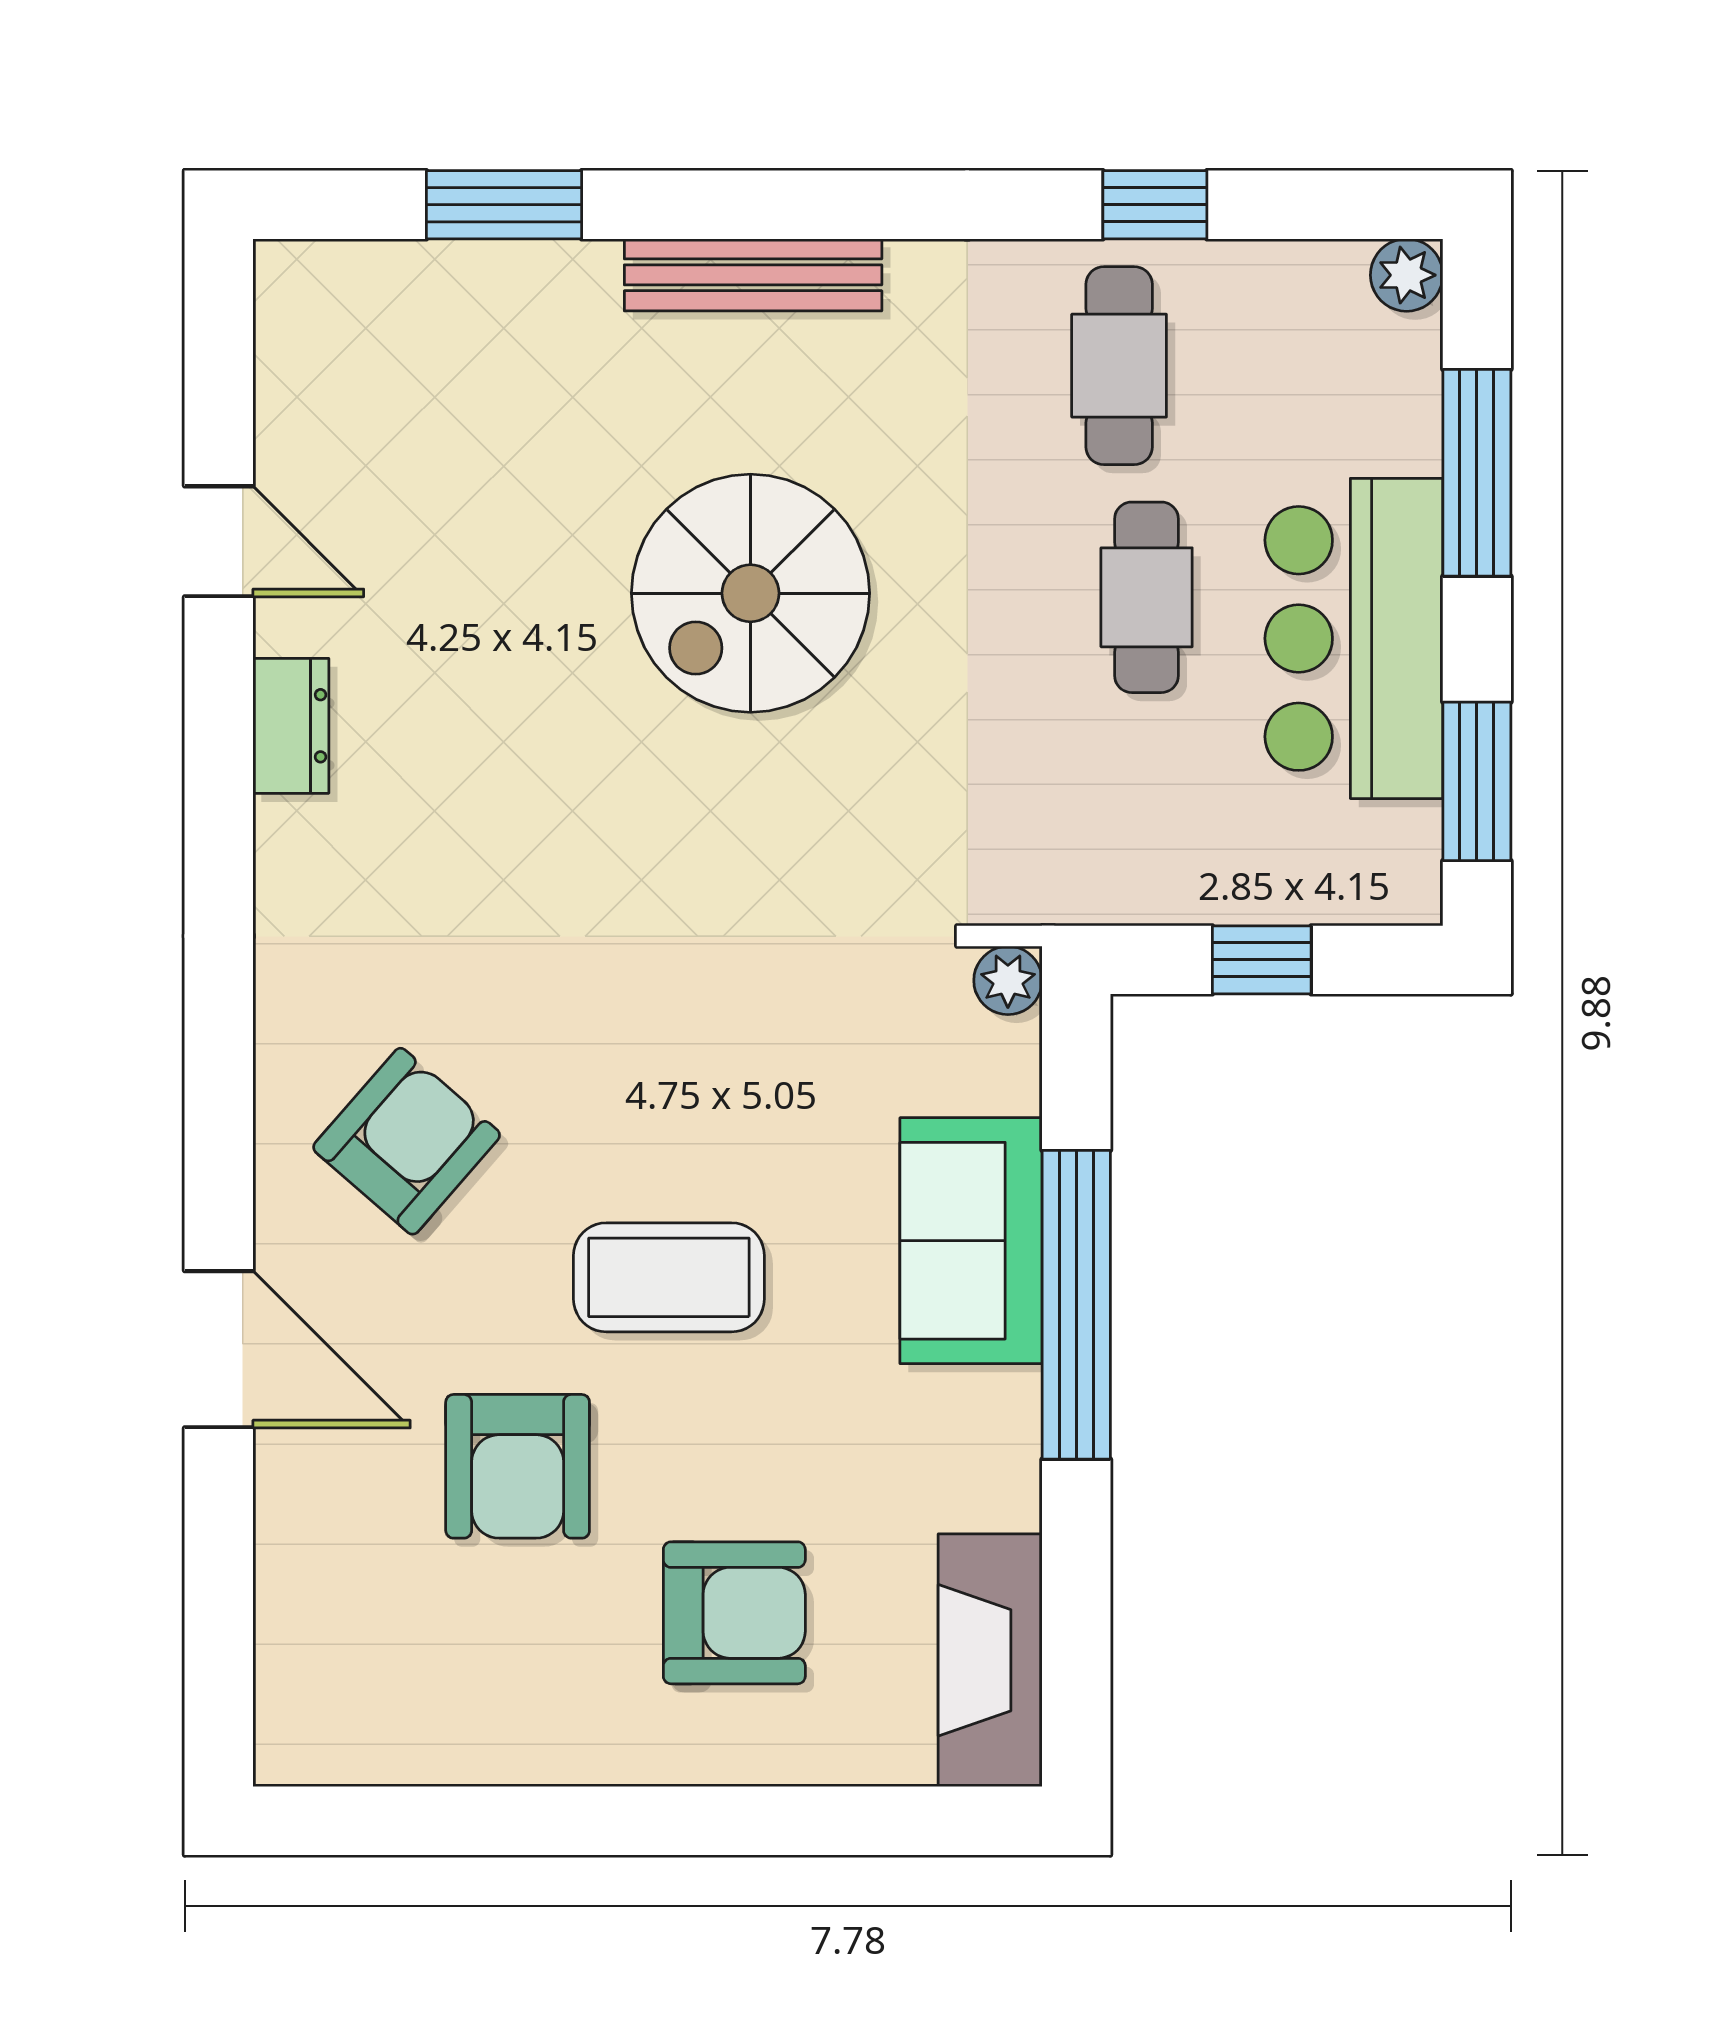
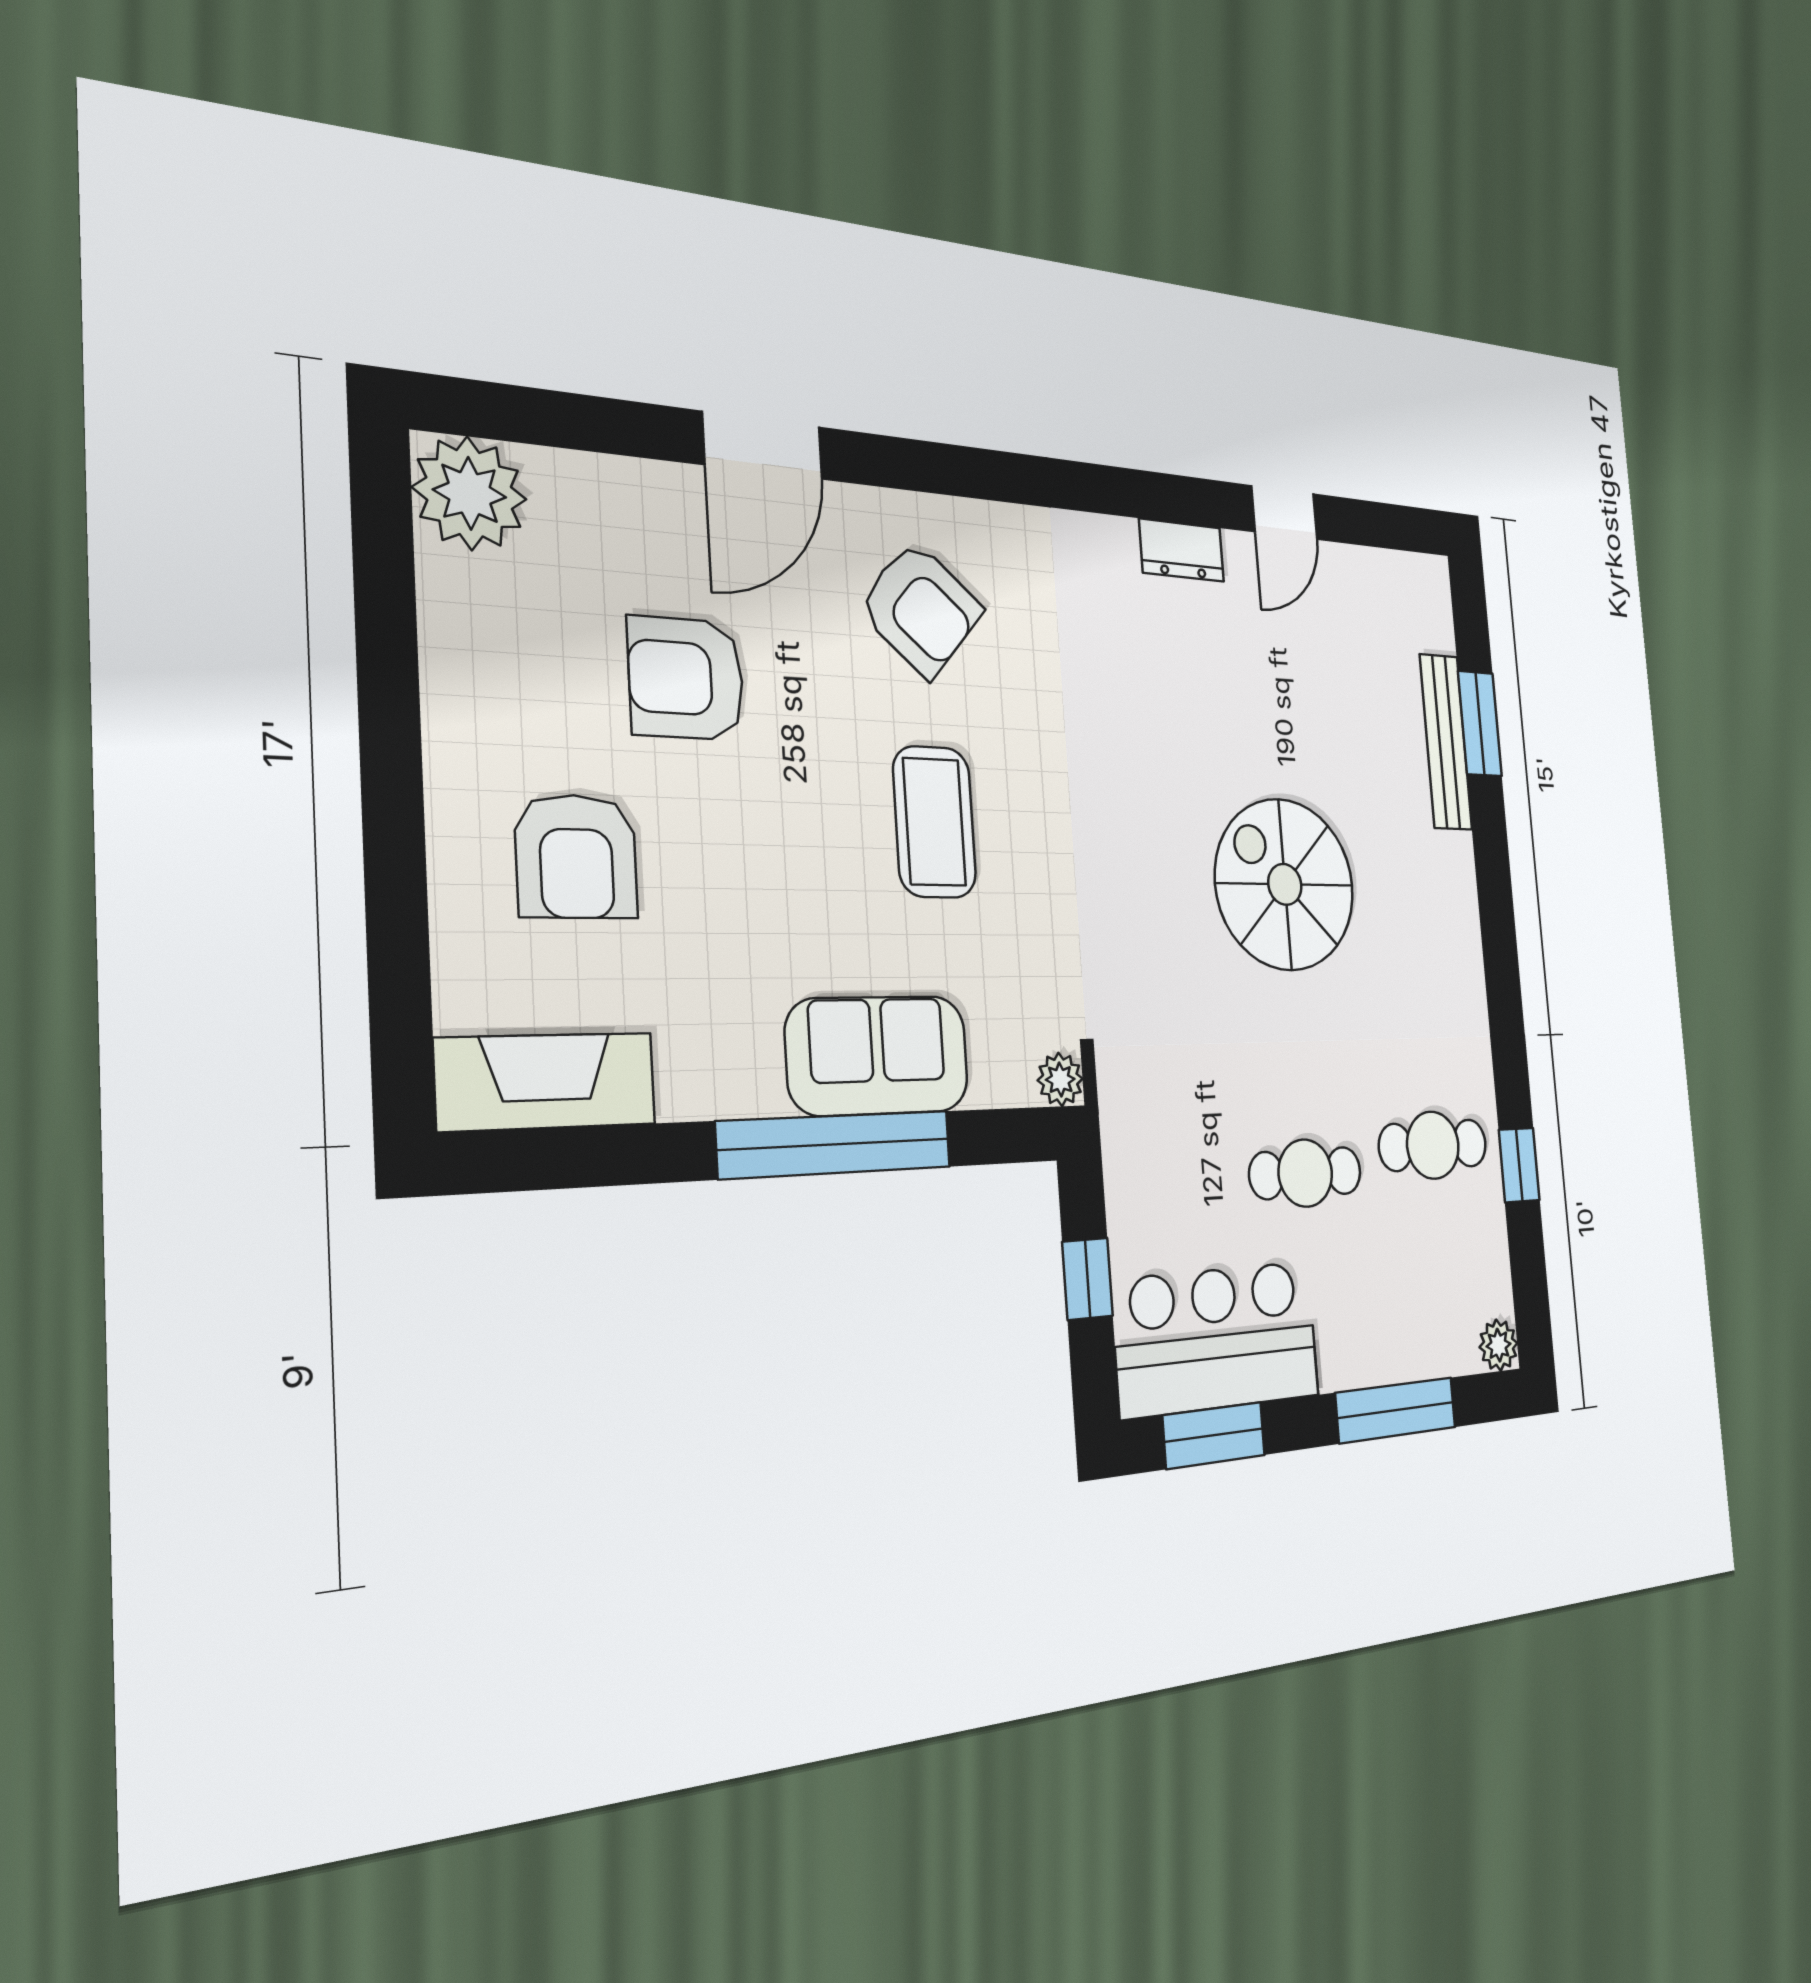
bench: (753, 275) -> (1446, 742), moved
bar counter: (1354, 638) -> (1217, 1339), moved
coffee table: (669, 1277) -> (934, 822), moved
plant: (320, 1720) -> (470, 493), added

